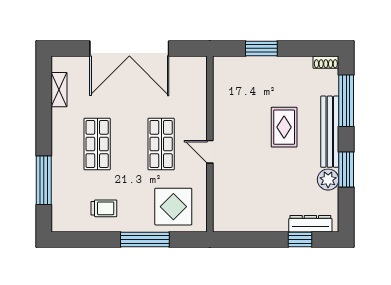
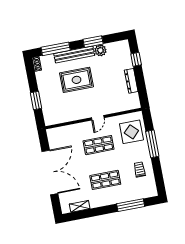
rug: (284, 127) -> (76, 80), width x1.36, depth x1.43
dresser: (310, 224) -> (131, 81), moved

